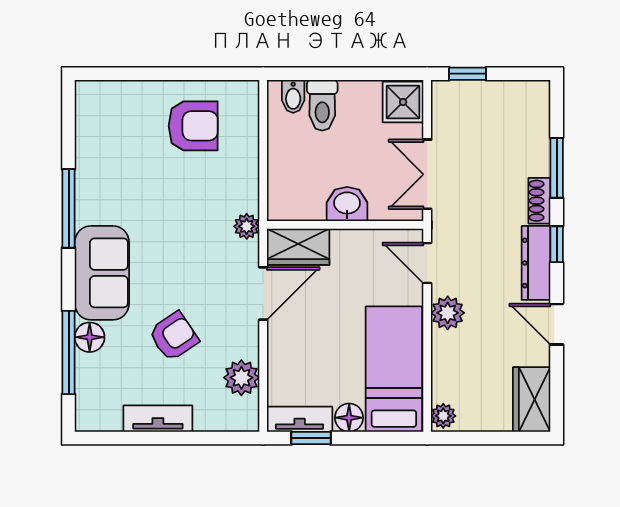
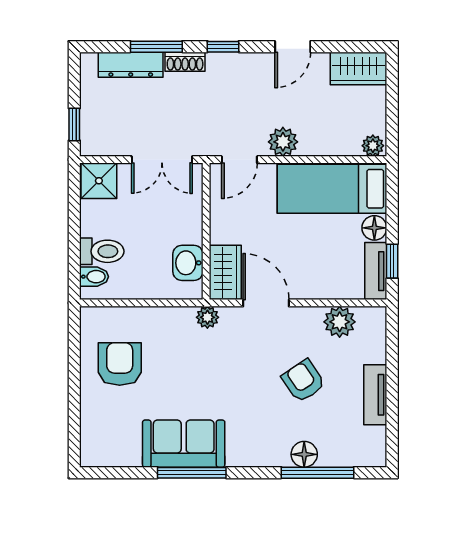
washbasin: (347, 204) -> (188, 263), moved
dresser: (536, 263) -> (131, 65), moved
sofa: (102, 273) -> (184, 444), moved

